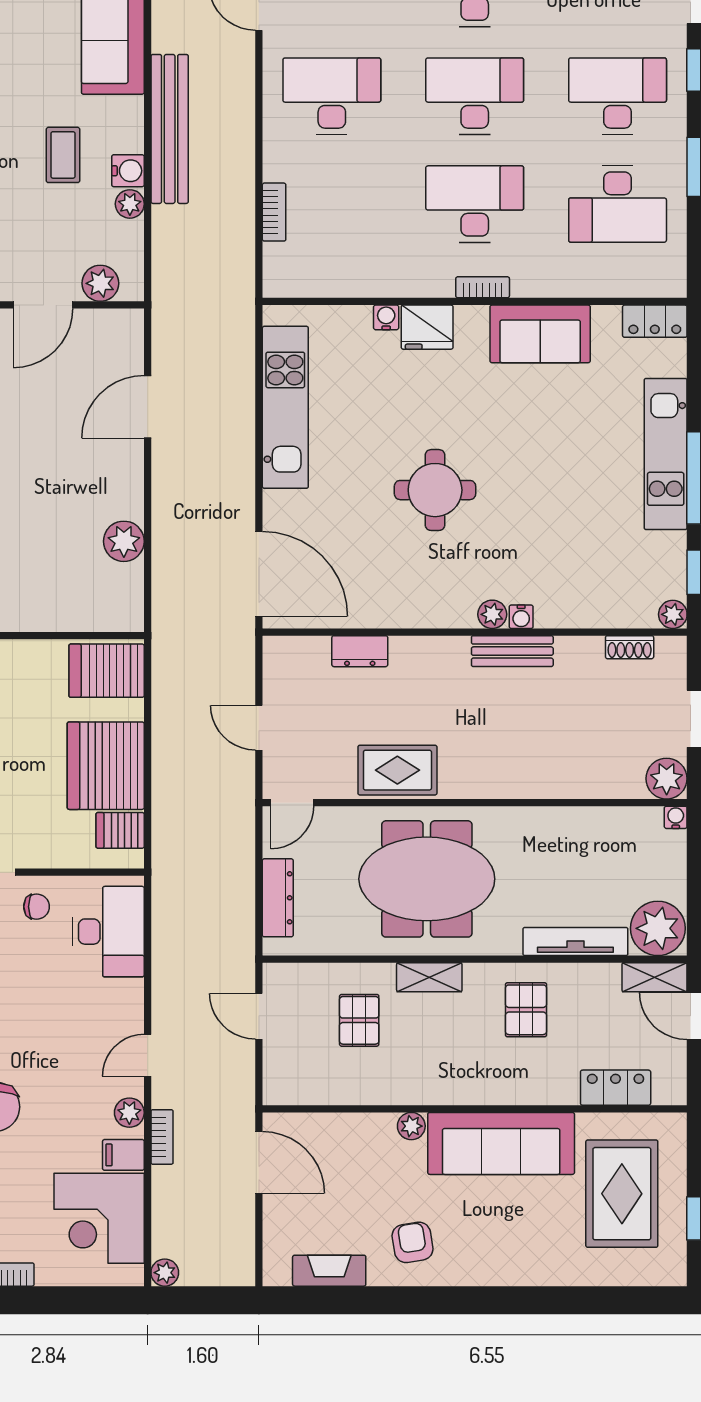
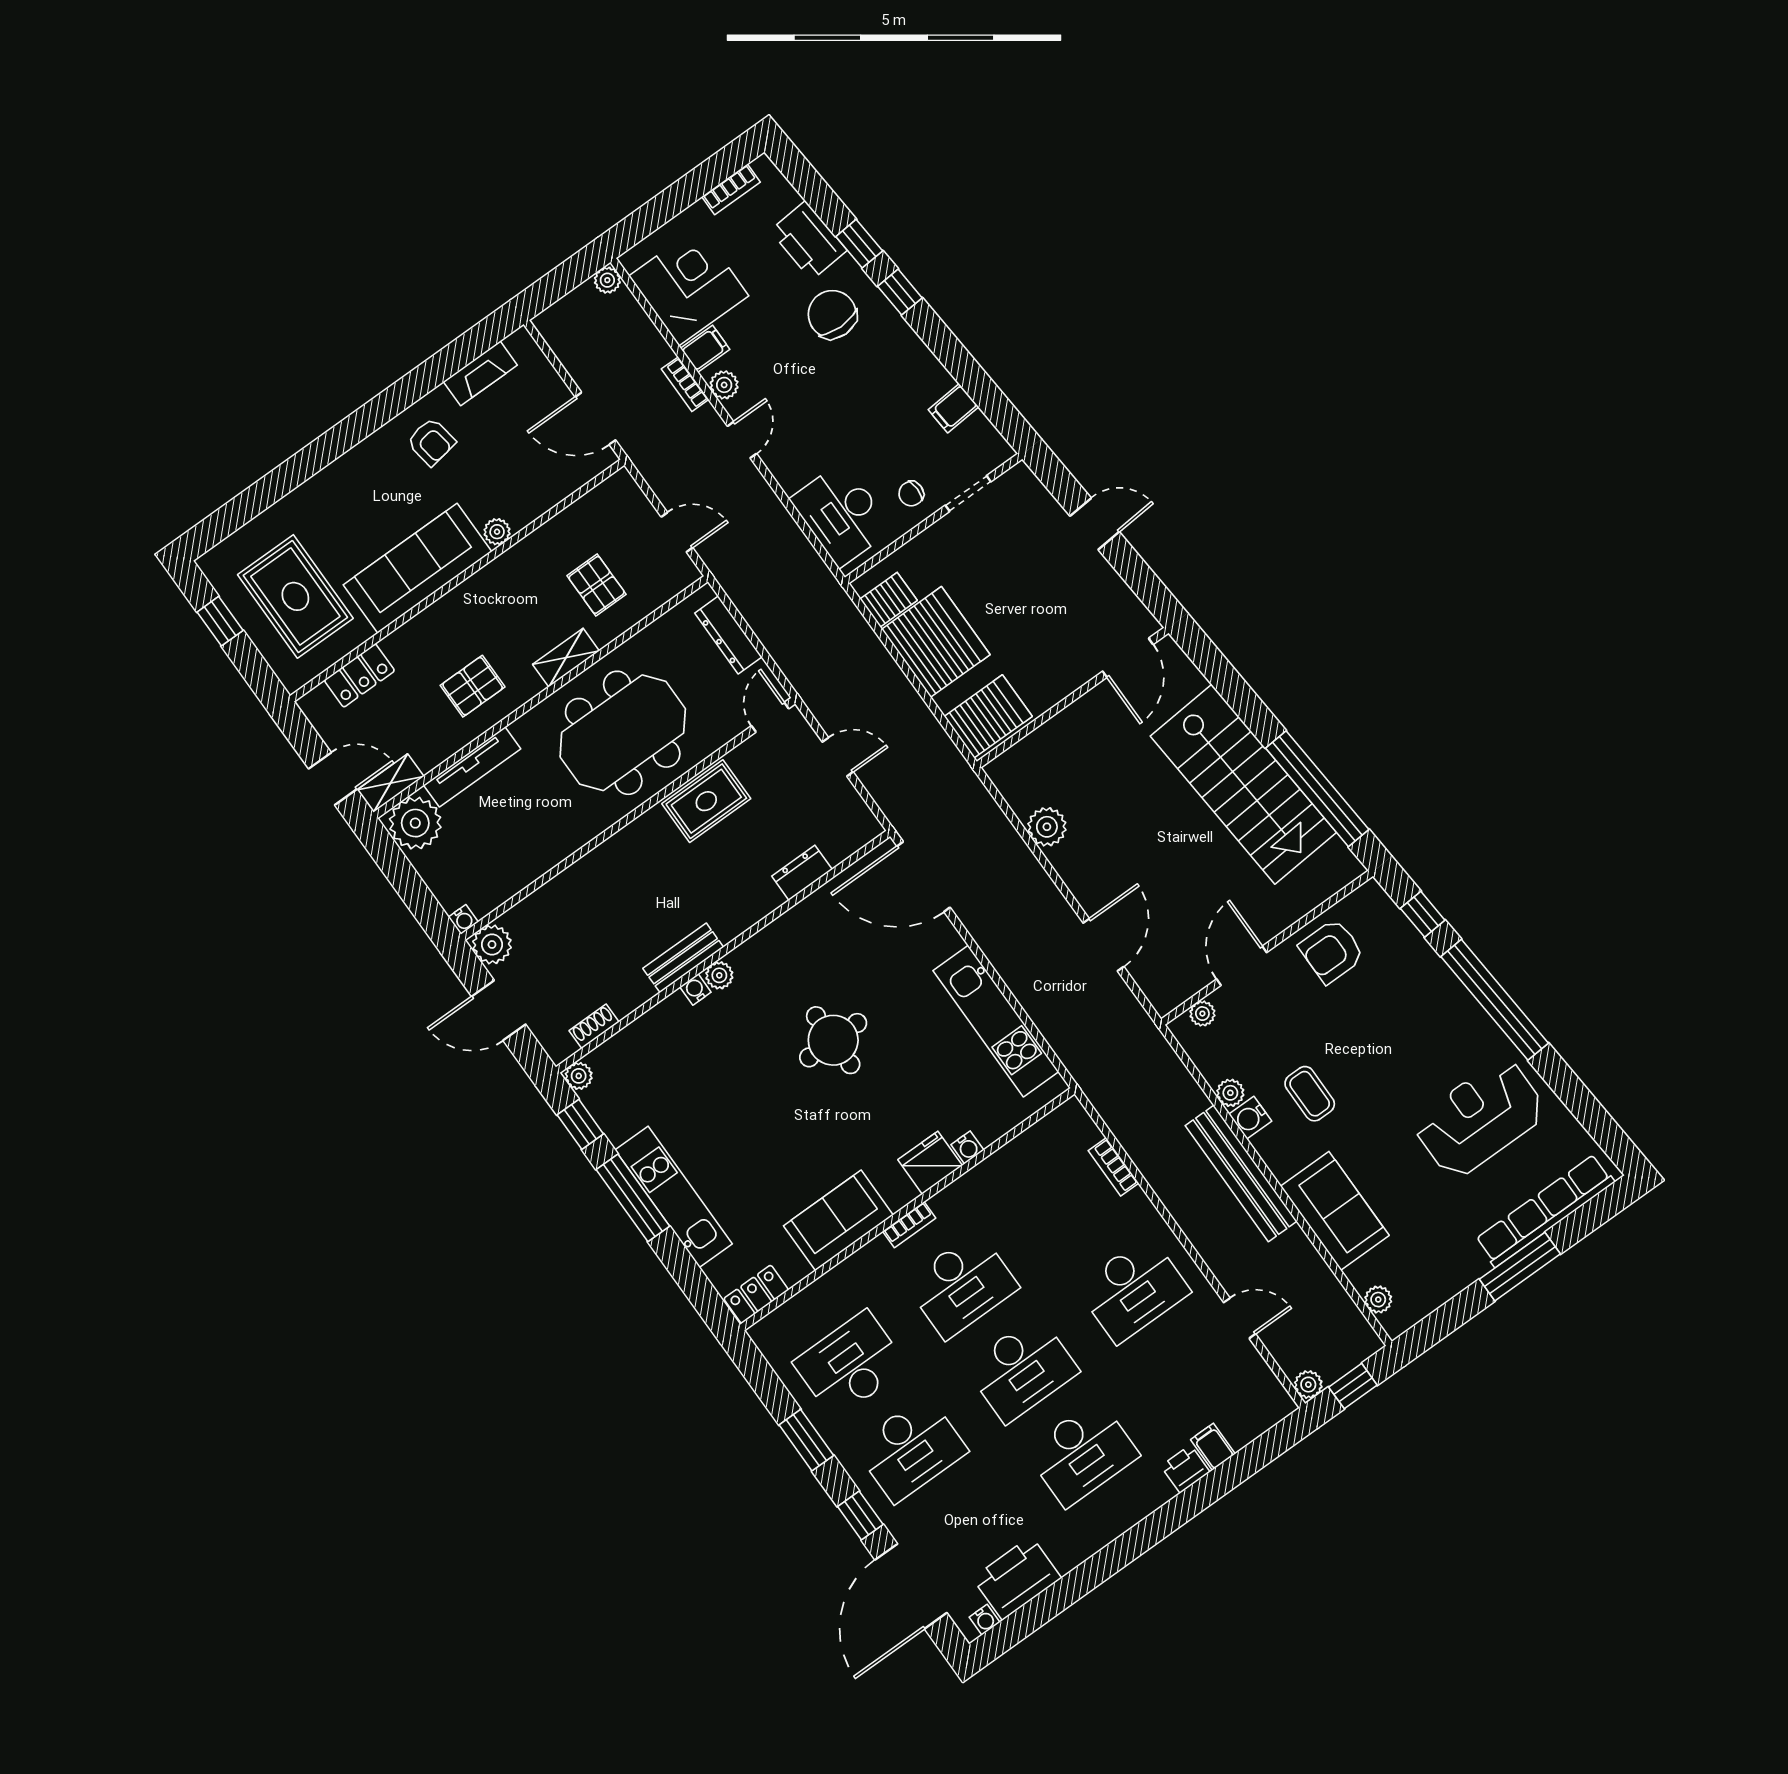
plant: (100, 283) -> (1202, 1014), width x0.73, depth x0.73
pallet: (526, 1010) -> (473, 686), turned 90

